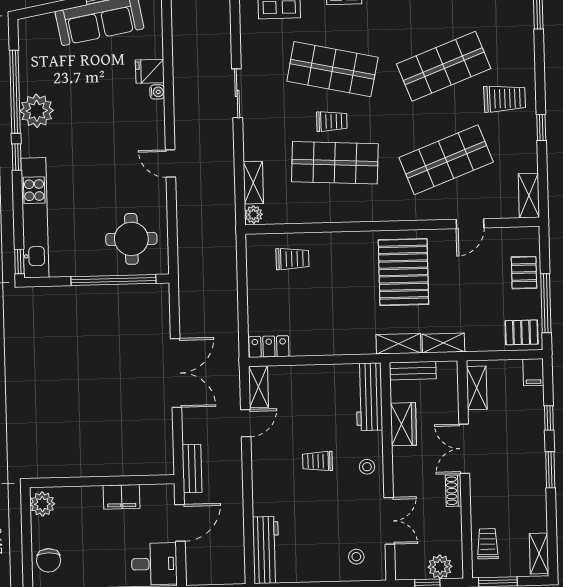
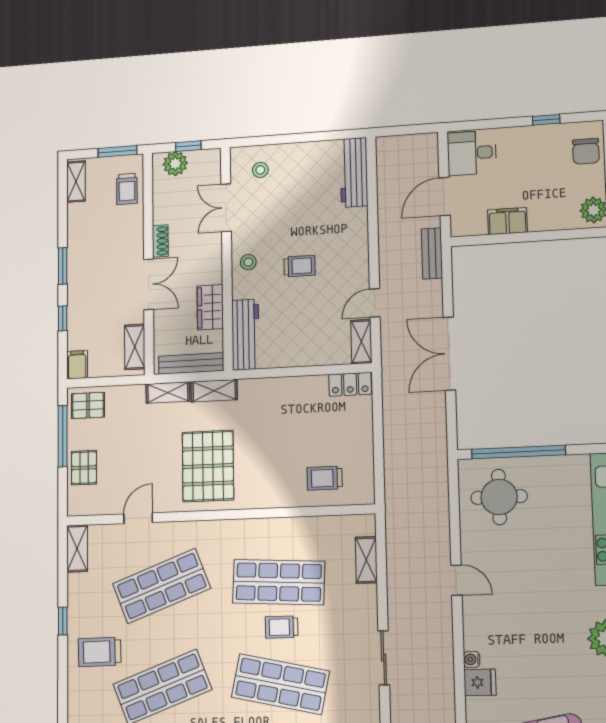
plant: (254, 215) -> (366, 525), removed
bench: (413, 371) -> (191, 363), width x1.36
chair: (49, 560) -> (586, 151), turned 180

